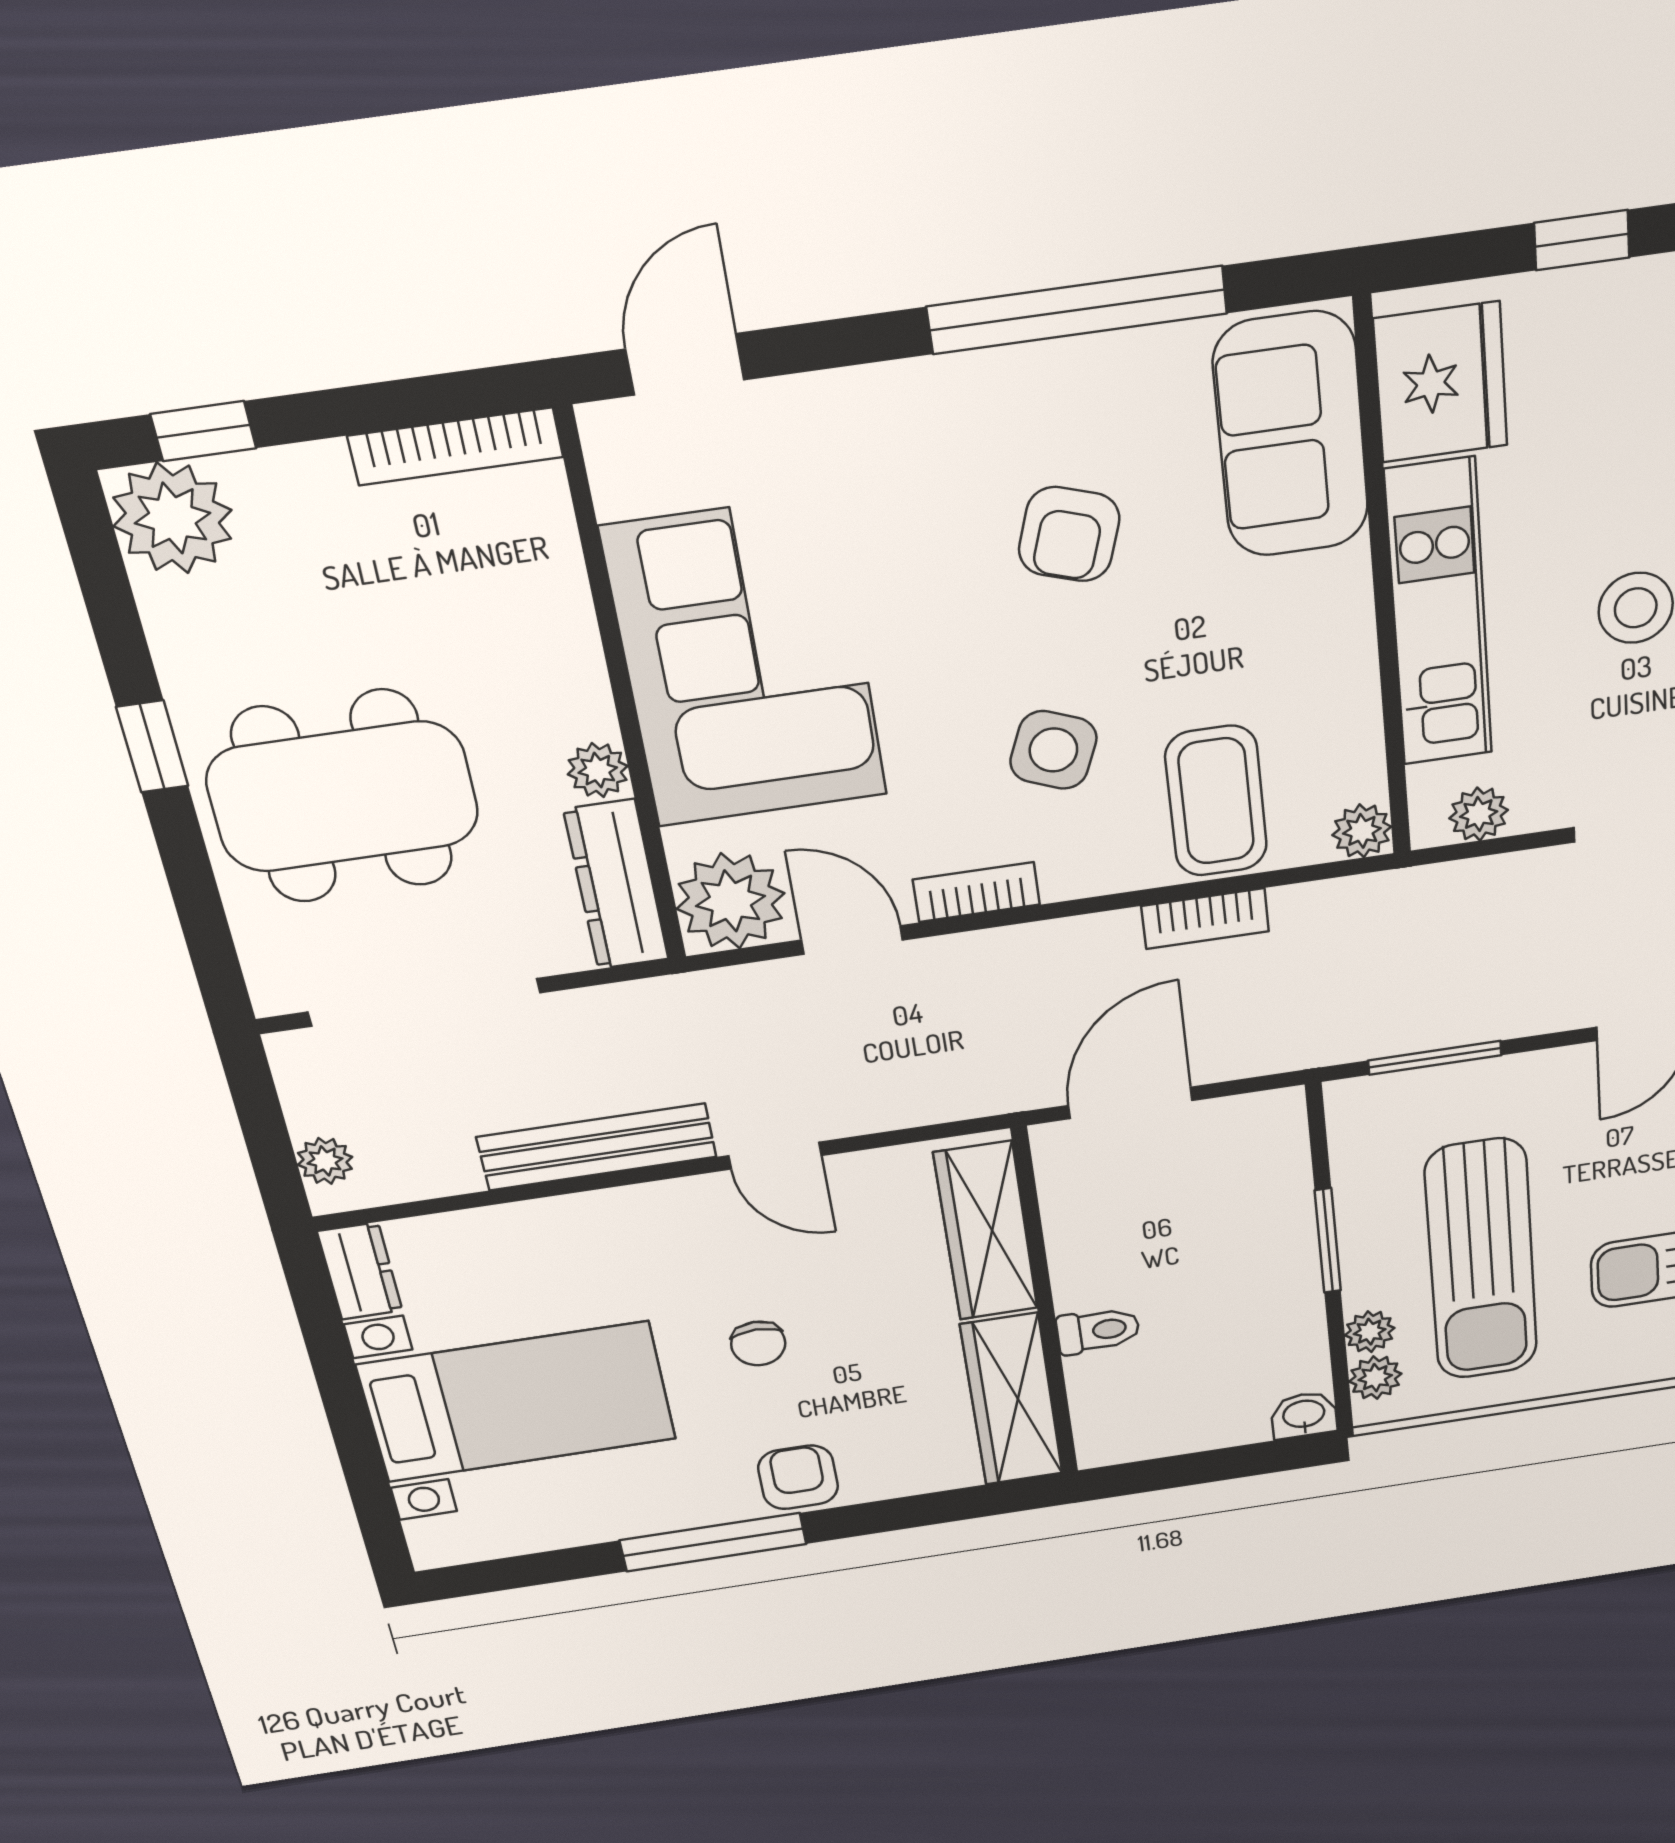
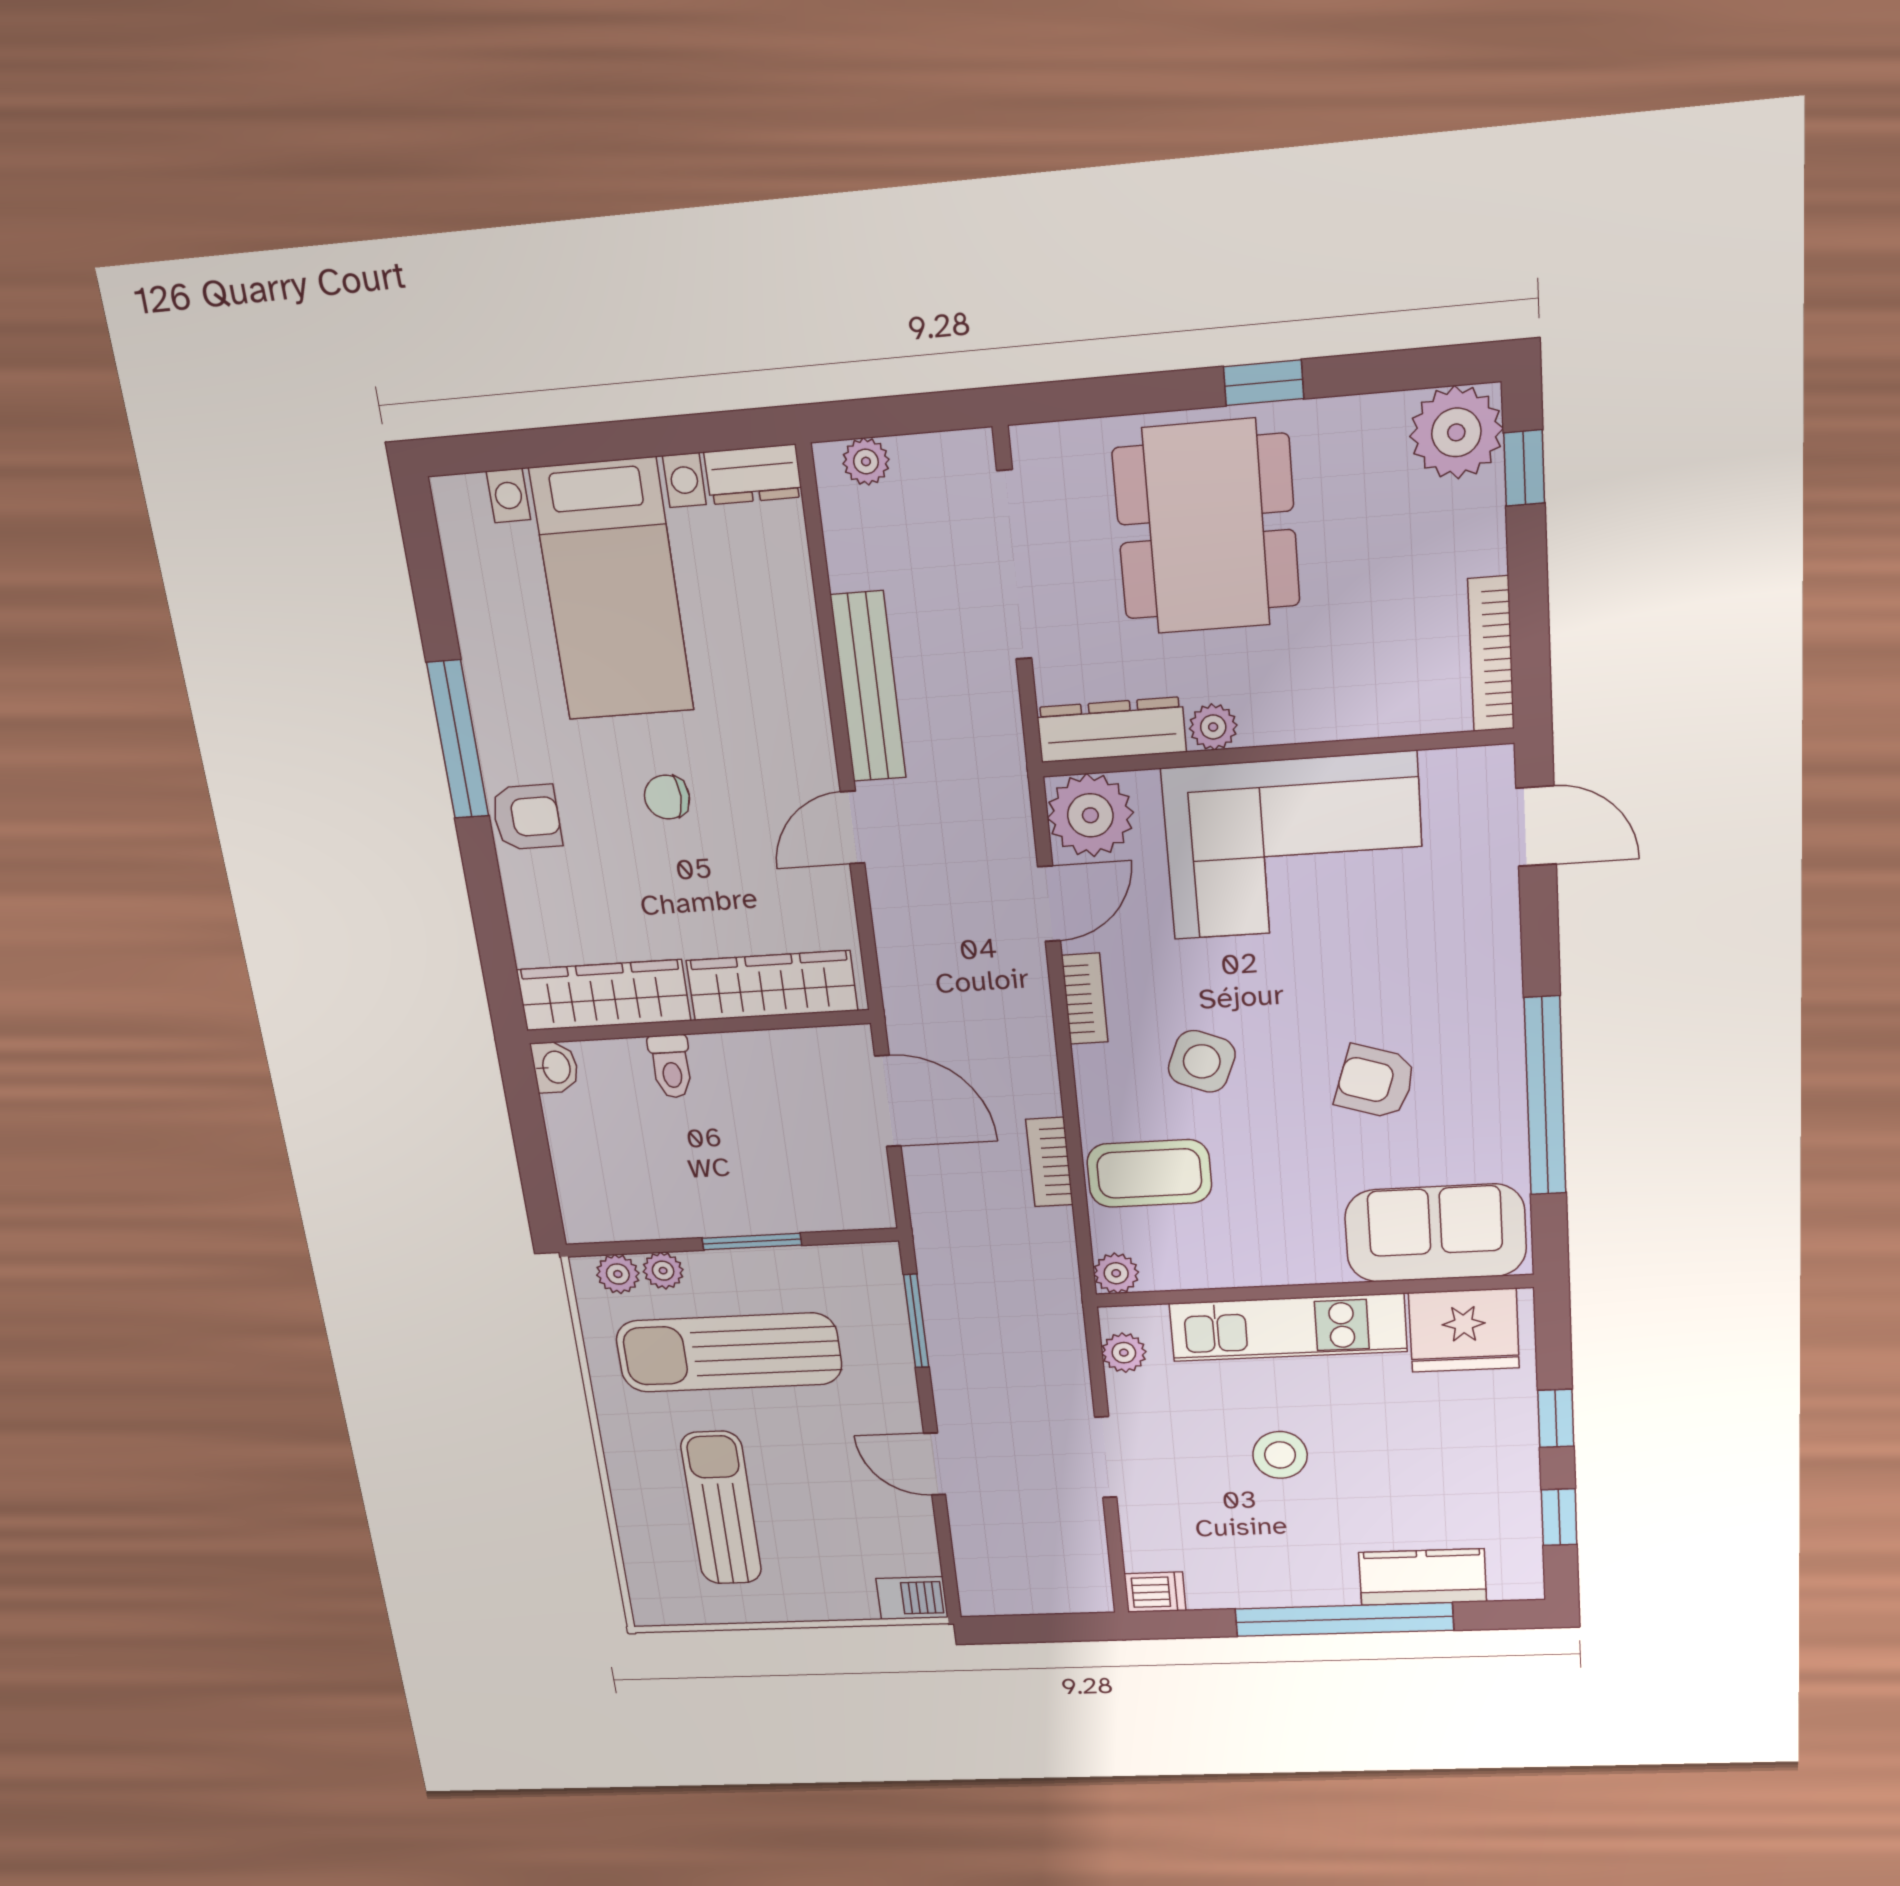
washbasin: (1304, 1415) -> (555, 1067), moved

